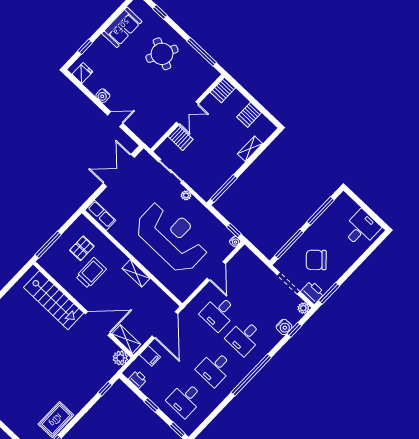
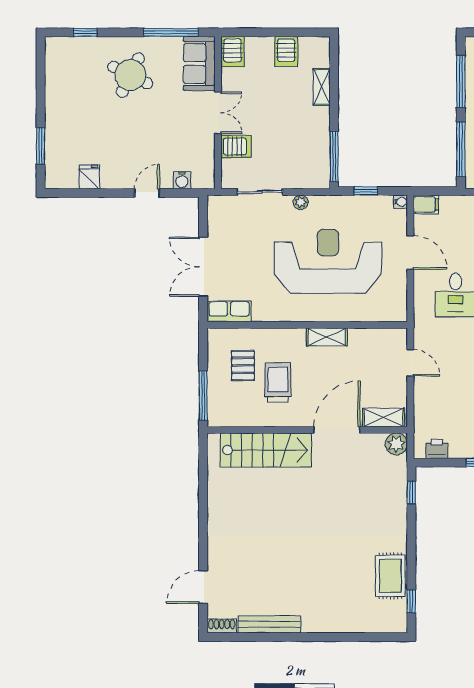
sofa: (122, 27) -> (199, 64), moved, turned 180
window: (85, 47) -> (41, 146), width x1.50
fridge: (82, 73) -> (89, 177), moved
water cooler: (103, 96) -> (182, 180), moved
double door: (119, 170) -> (203, 267), moved
window: (234, 230) -> (366, 191), moved
door: (165, 325) -> (410, 363), width x0.53
filing cabinet: (150, 356) -> (426, 204), moved

